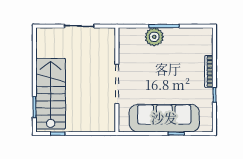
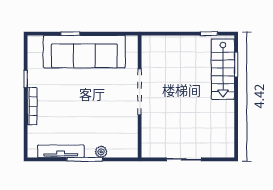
tv unit: (184, 33) -> (61, 151), added
plant: (154, 37) -> (101, 152), width x0.53, depth x0.53
stairs: (51, 94) -> (223, 69), width x0.73, depth x0.66

